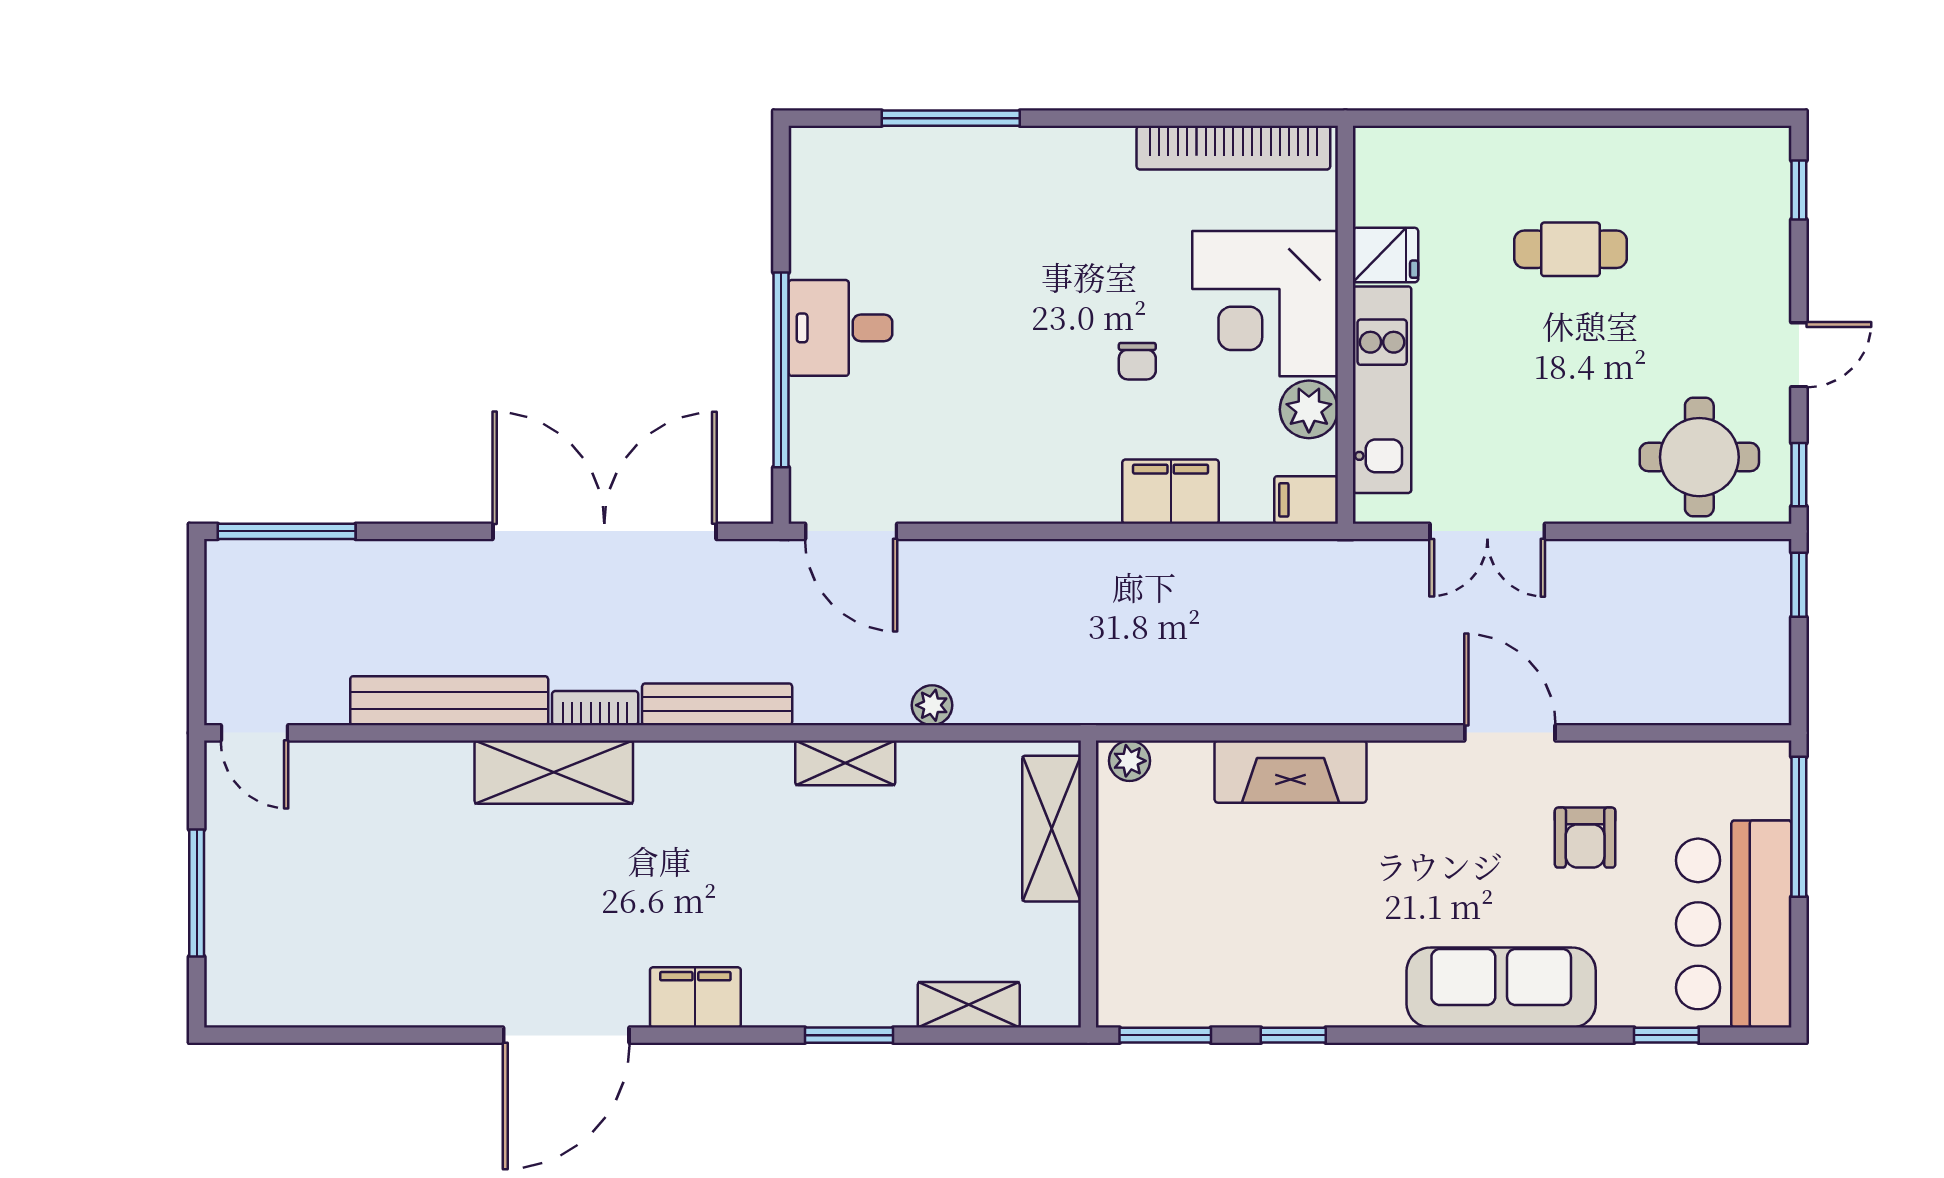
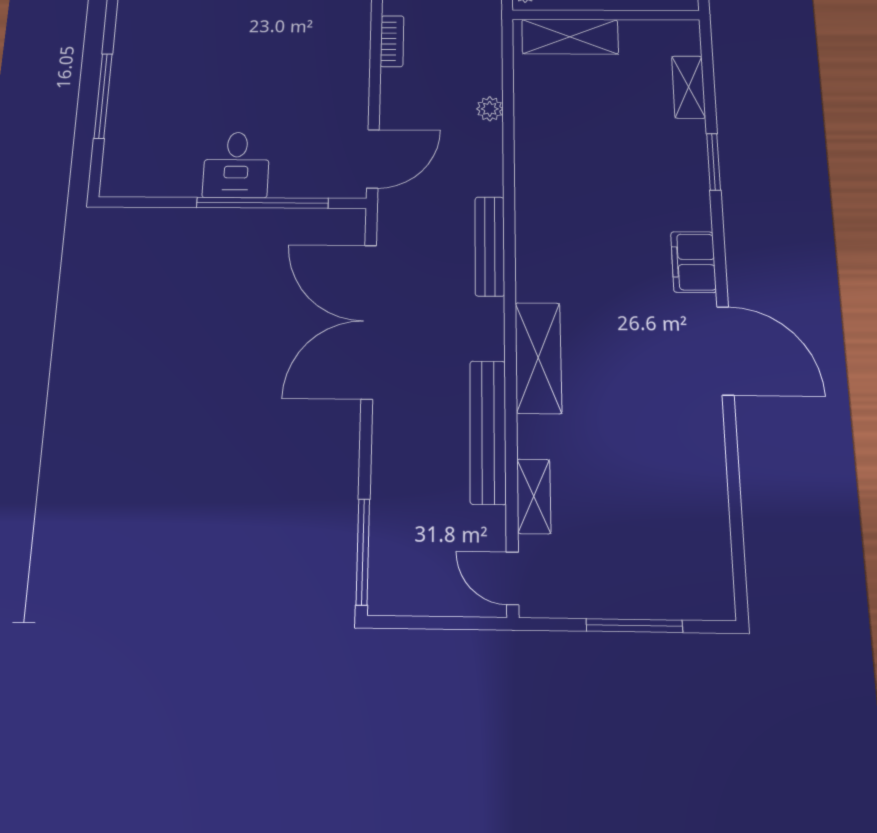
bookcase: (595, 708) -> (392, 41), moved, turned 180
door: (254, 733) -> (513, 578), swing flipped
shelving: (845, 763) -> (534, 496), moved

